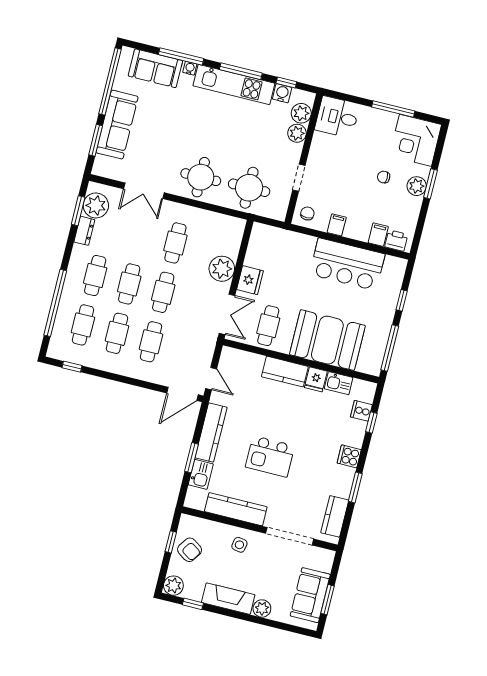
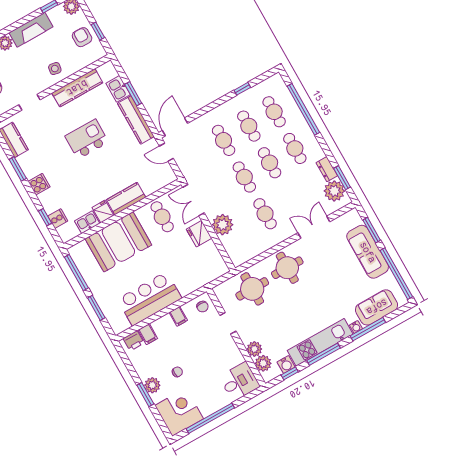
window: (393, 109) -> (210, 418), width x1.46
window: (402, 300) -> (96, 308), width x1.50
window: (72, 367) -> (242, 89), moved
doorway: (290, 536) -> (30, 102), width x0.53
armchair: (190, 550) -> (82, 37), turned 56

